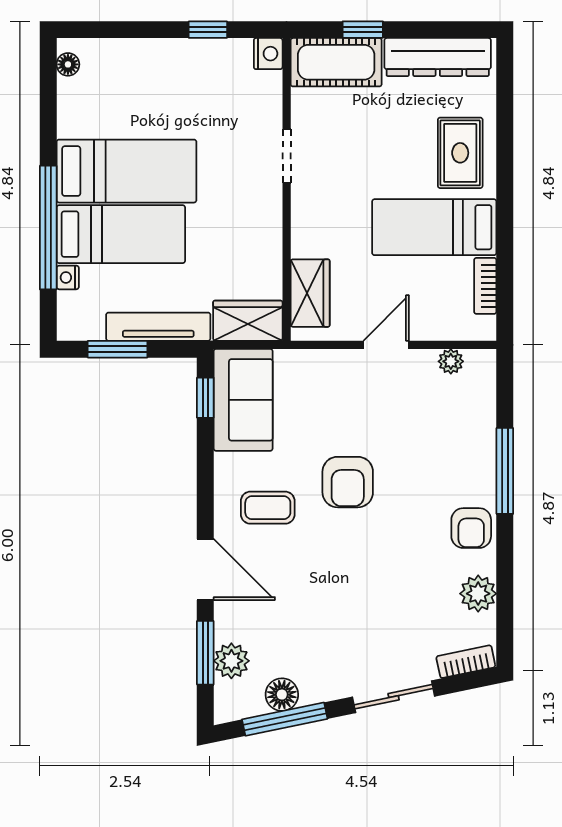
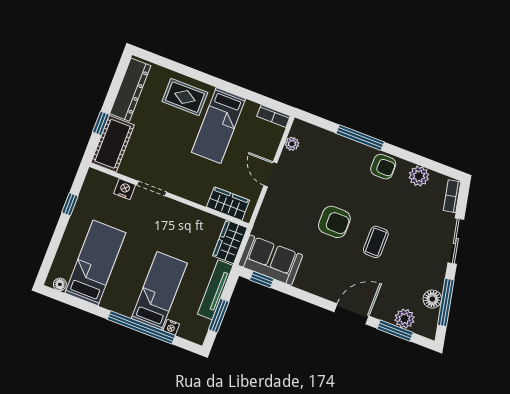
nightstand: (268, 54) -> (125, 189), moved
bed: (126, 171) -> (95, 263), moved
bookcase: (485, 286) -> (274, 116), moved
coffee table: (268, 508) -> (376, 242), moved

